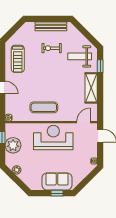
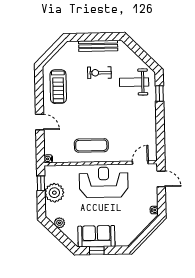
shelving: (91, 88) -> (149, 120), removed
sofa: (57, 181) -> (96, 236), moved
window: (57, 193) -> (97, 251), moved

